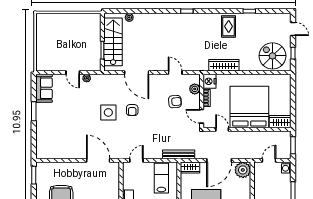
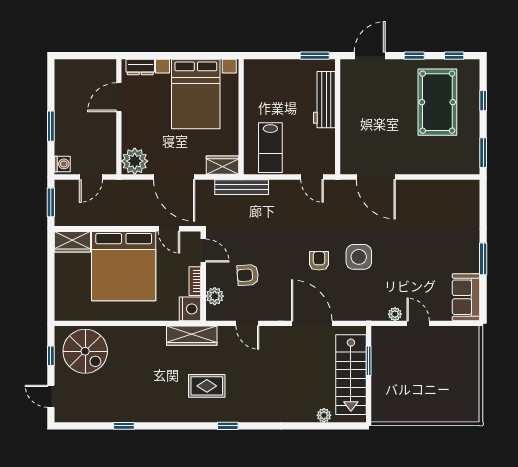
rug: (229, 26) -> (207, 386), moved, turned 90
wardrobe: (224, 65) -> (192, 336), moved
door: (136, 160) -> (312, 177), hinge flipped
door: (219, 160) -> (174, 177), swing flipped

